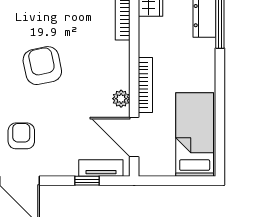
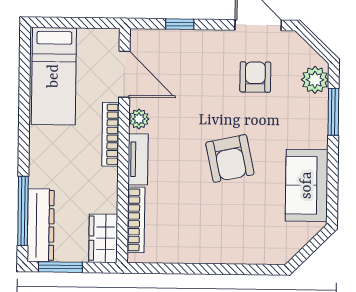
armchair: (21, 136) -> (255, 77), turned 180
tv unit: (101, 168) -> (138, 159), moved, turned -90

